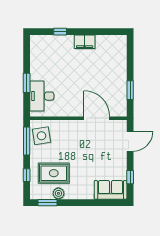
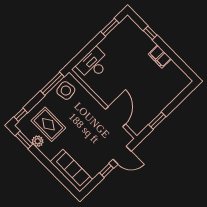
window: (27, 83) -> (110, 27), moved
window: (27, 175) -> (21, 115), moved
window: (130, 177) -> (106, 171), moved
sofa: (111, 190) -> (71, 171), width x1.36

